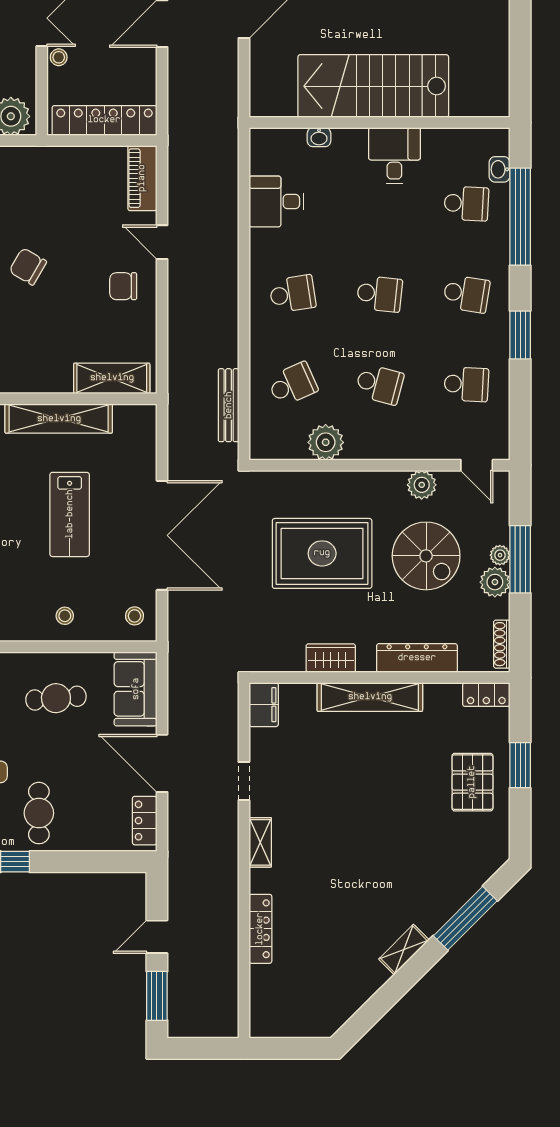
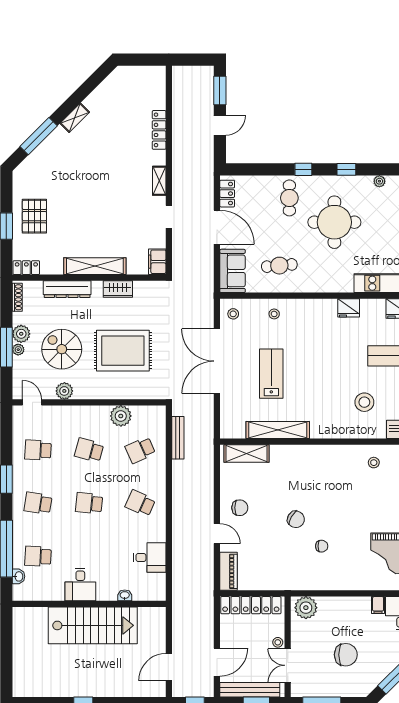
school desk: (293, 294) -> (140, 503), turned 33

